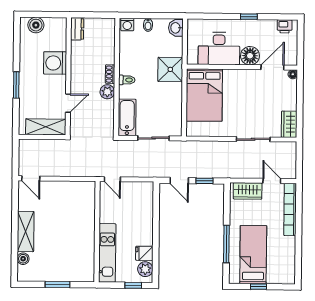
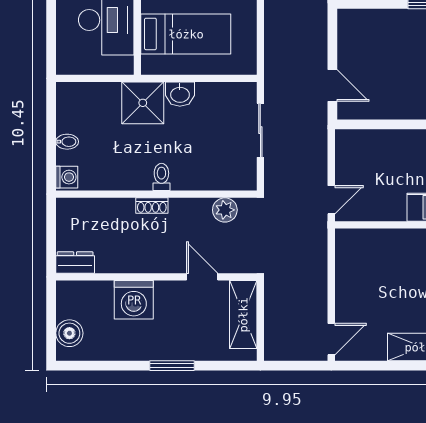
washbasin: (176, 28) -> (180, 94), moved
plant: (107, 92) -> (225, 210), moved
bed: (204, 95) -> (186, 34), width x0.67
bathtub: (127, 117) -> (225, 176), removed
door: (179, 181) -> (332, 86), hinge flipped
window: (205, 181) -> (332, 42), removed

